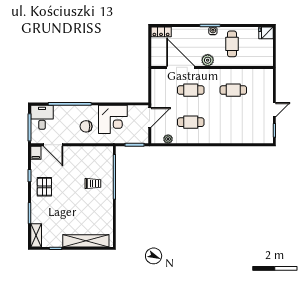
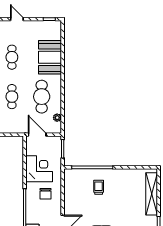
door: (274, 110) -> (17, 19), moved
cafe table: (191, 122) -> (42, 97), width x1.37, depth x1.35
booth: (233, 131) -> (50, 57), added

